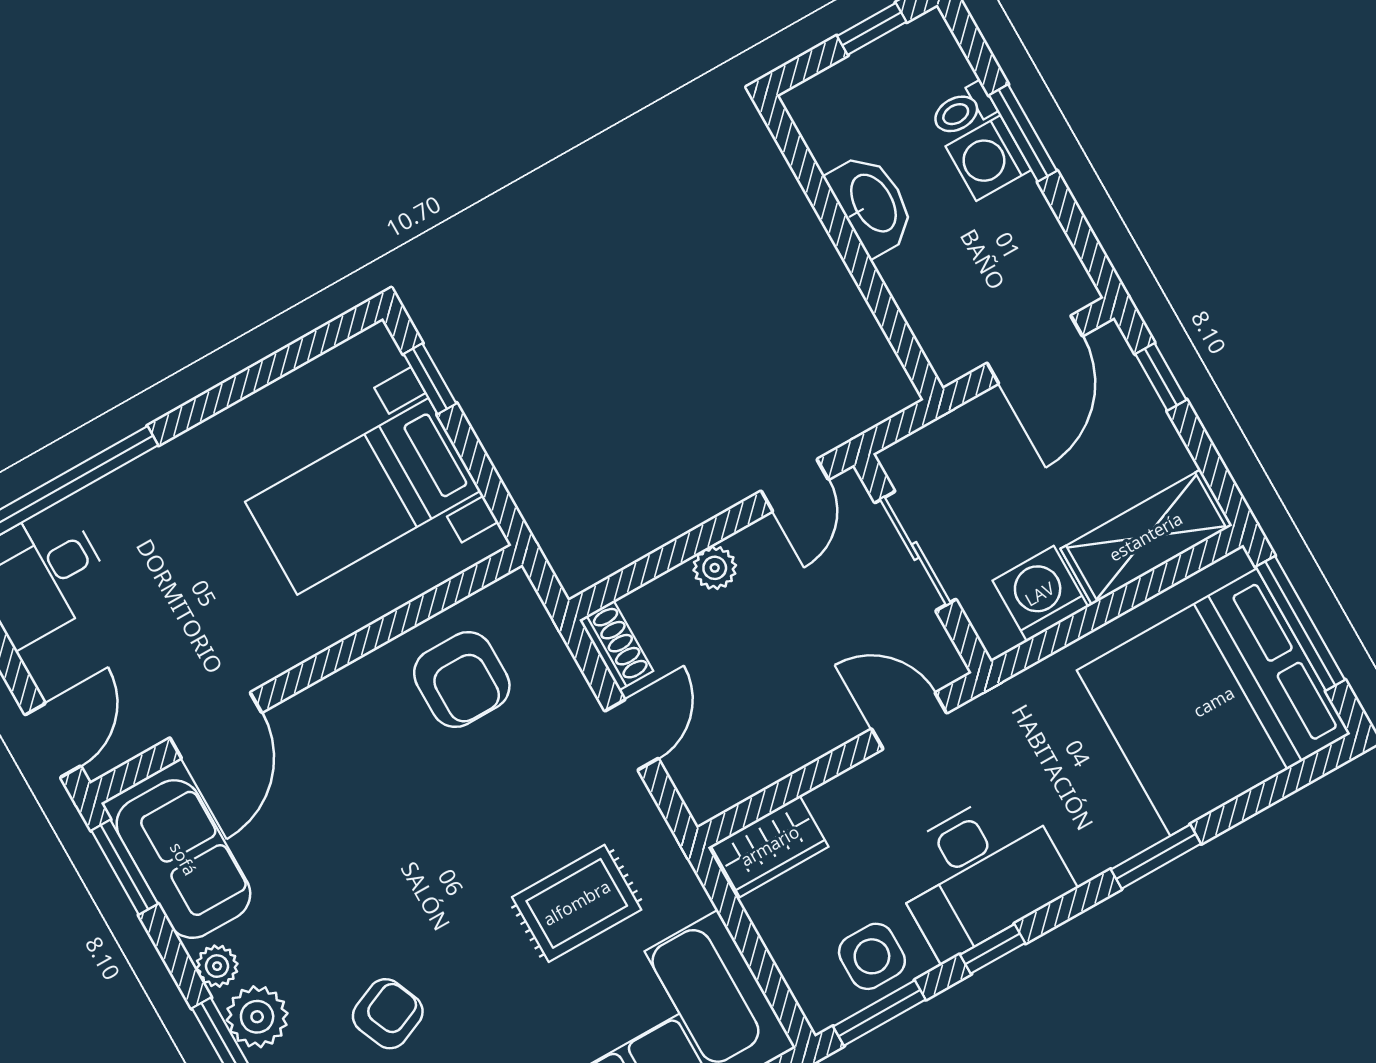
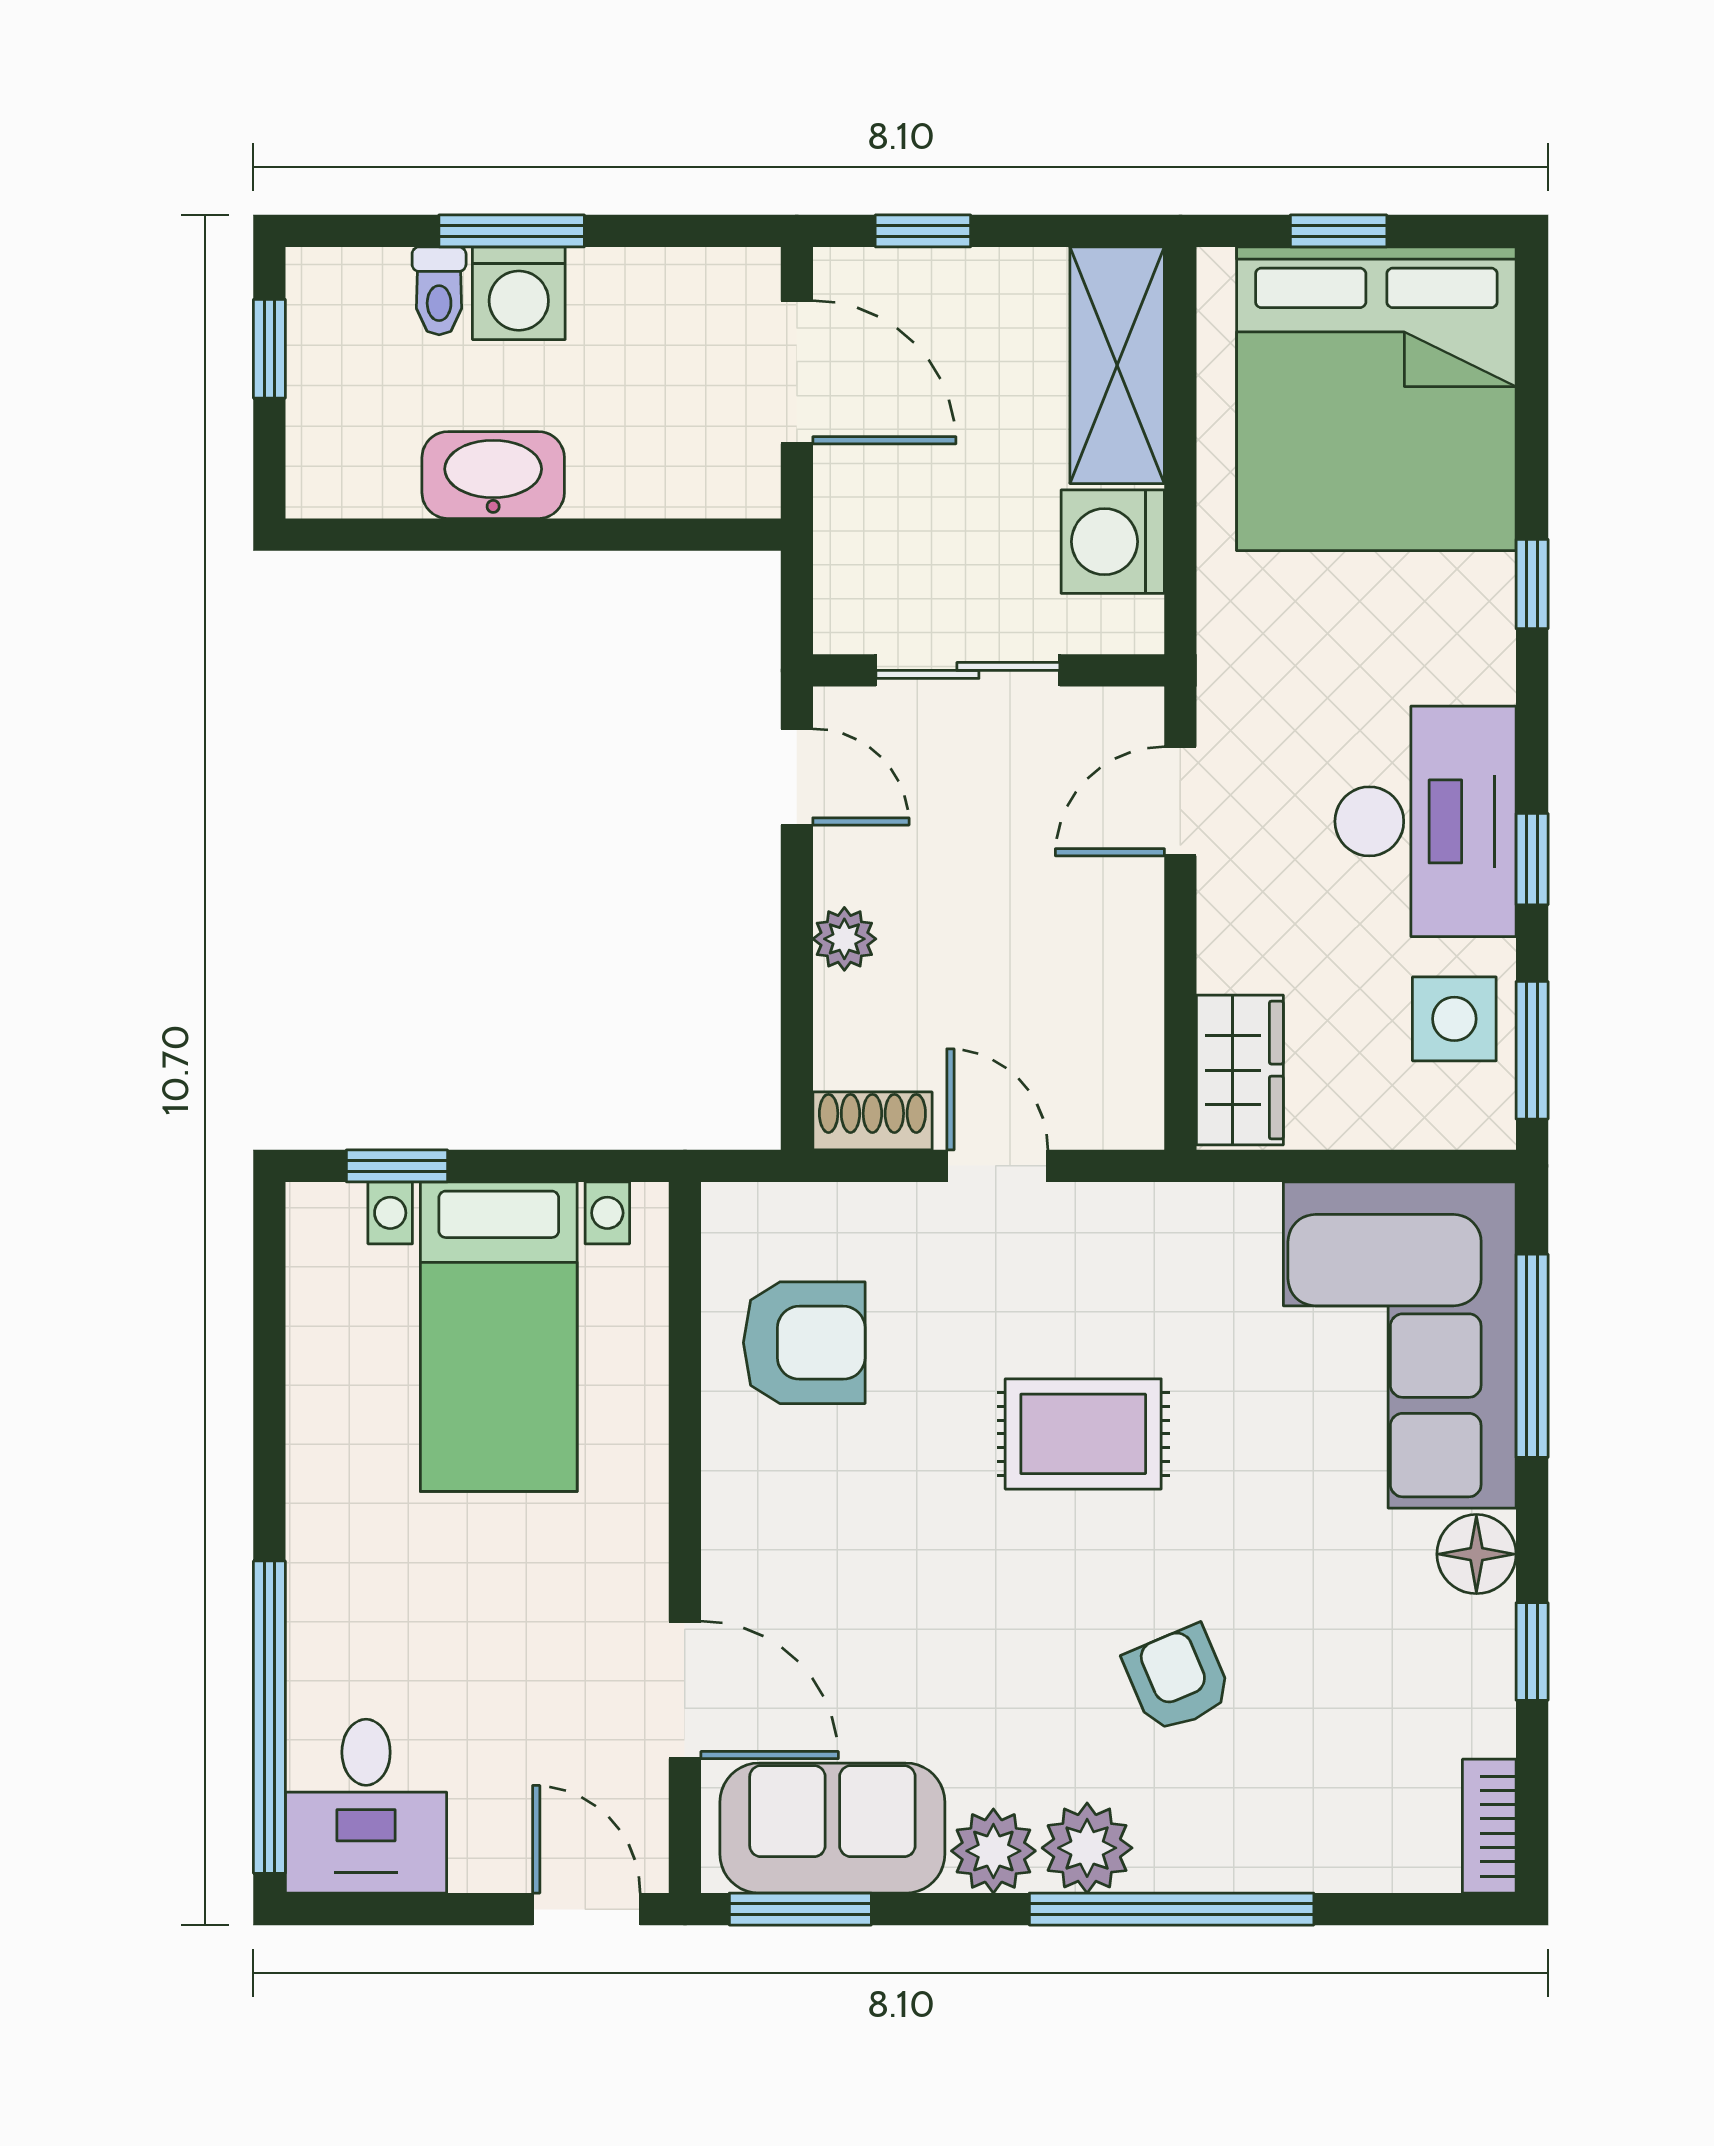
window: (1300, 623) -> (1339, 231), width x0.46
window: (1156, 857) -> (1532, 584), width x0.67
rug: (577, 903) -> (1083, 1434), moved, turned 90
plant: (217, 966) -> (993, 1851), width x1.38, depth x1.38

